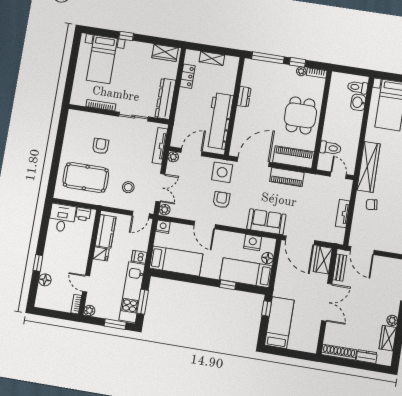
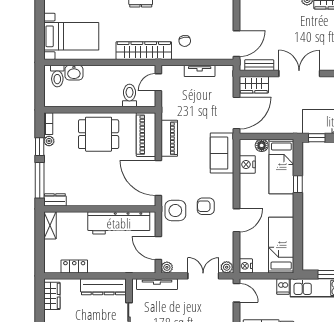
shelving: (212, 58) -> (50, 225), moved
dresser: (244, 97) -> (55, 200), moved
stool: (128, 187) -> (208, 312), removed

